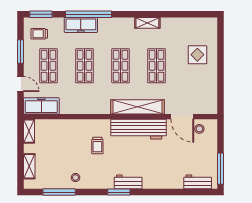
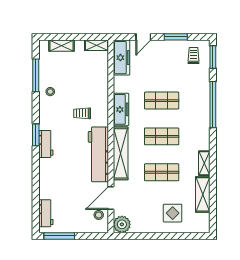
shelving: (179, 24) -> (203, 194), added
freezer: (81, 25) -> (121, 109), moved, turned 180
shop shelf: (48, 66) -> (162, 65), removed
plant: (209, 106) -> (122, 224), added

